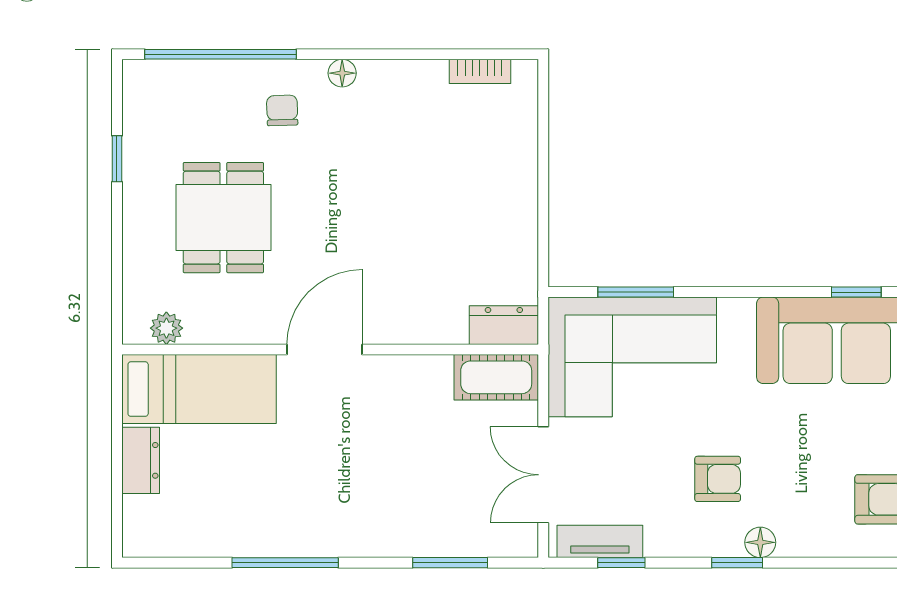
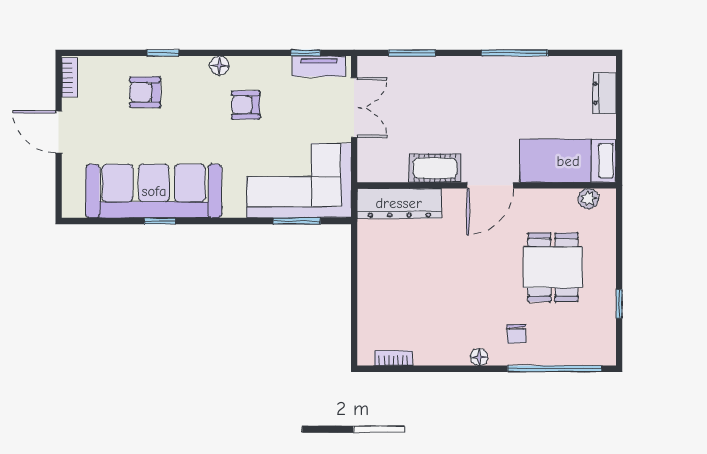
dresser: (504, 325) -> (399, 203), width x1.96, depth x1.24
cot: (496, 377) -> (435, 168), moved
dresser: (141, 460) -> (604, 93), moved
window: (737, 563) -> (163, 53), moved

